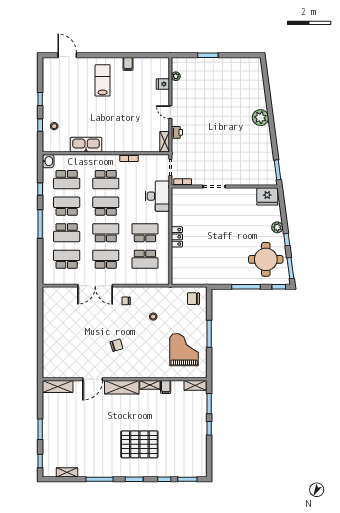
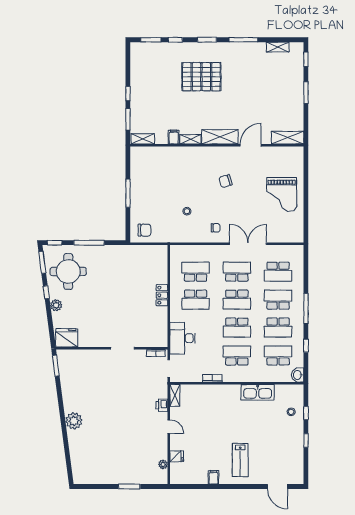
school desk: (106, 259) -> (237, 272), turned 180
grand piano: (184, 350) -> (282, 194), moved

